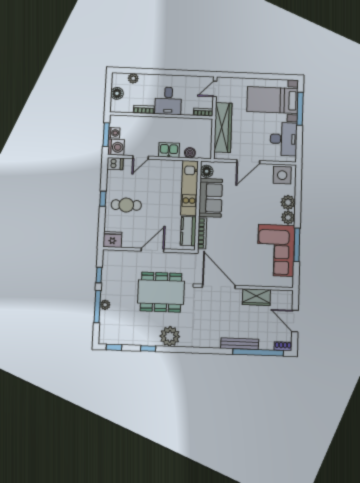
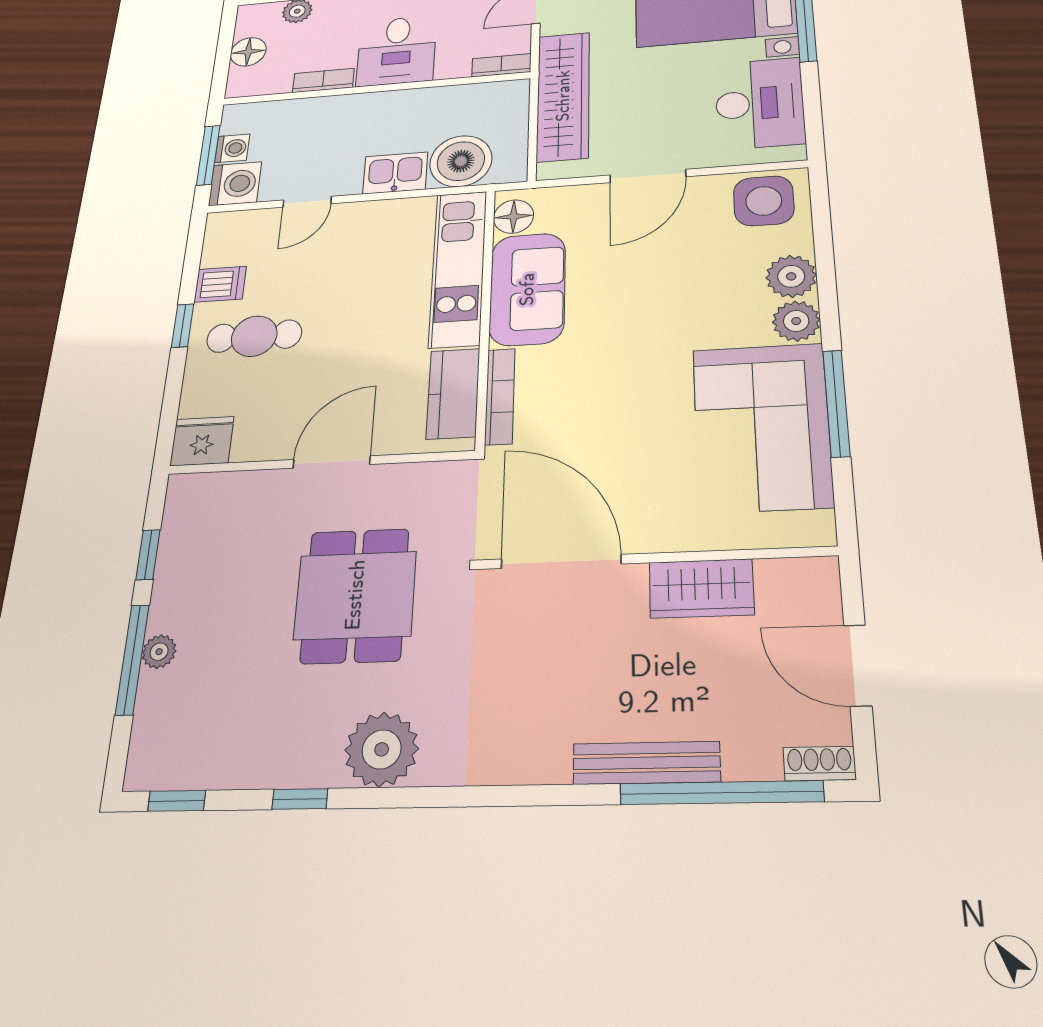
boiler: (190, 153) -> (461, 161), width x1.86, depth x1.86
dishwasher: (115, 164) -> (220, 284), moved
dining table: (161, 292) -> (355, 595), width x0.73

